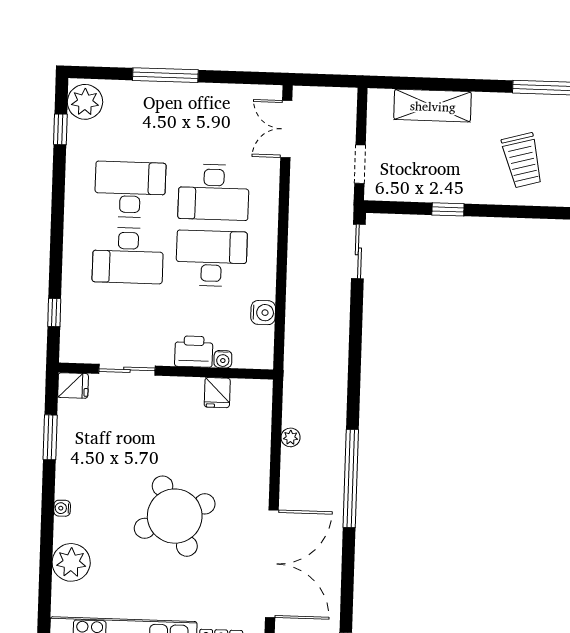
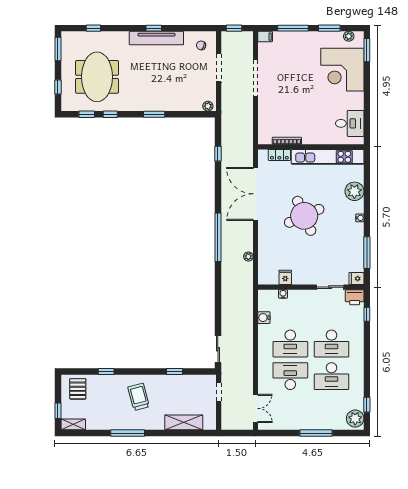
desk: (128, 256) -> (331, 343), turned 180
printer: (194, 352) -> (355, 297), moved
window: (50, 437) -> (367, 253), width x1.44

